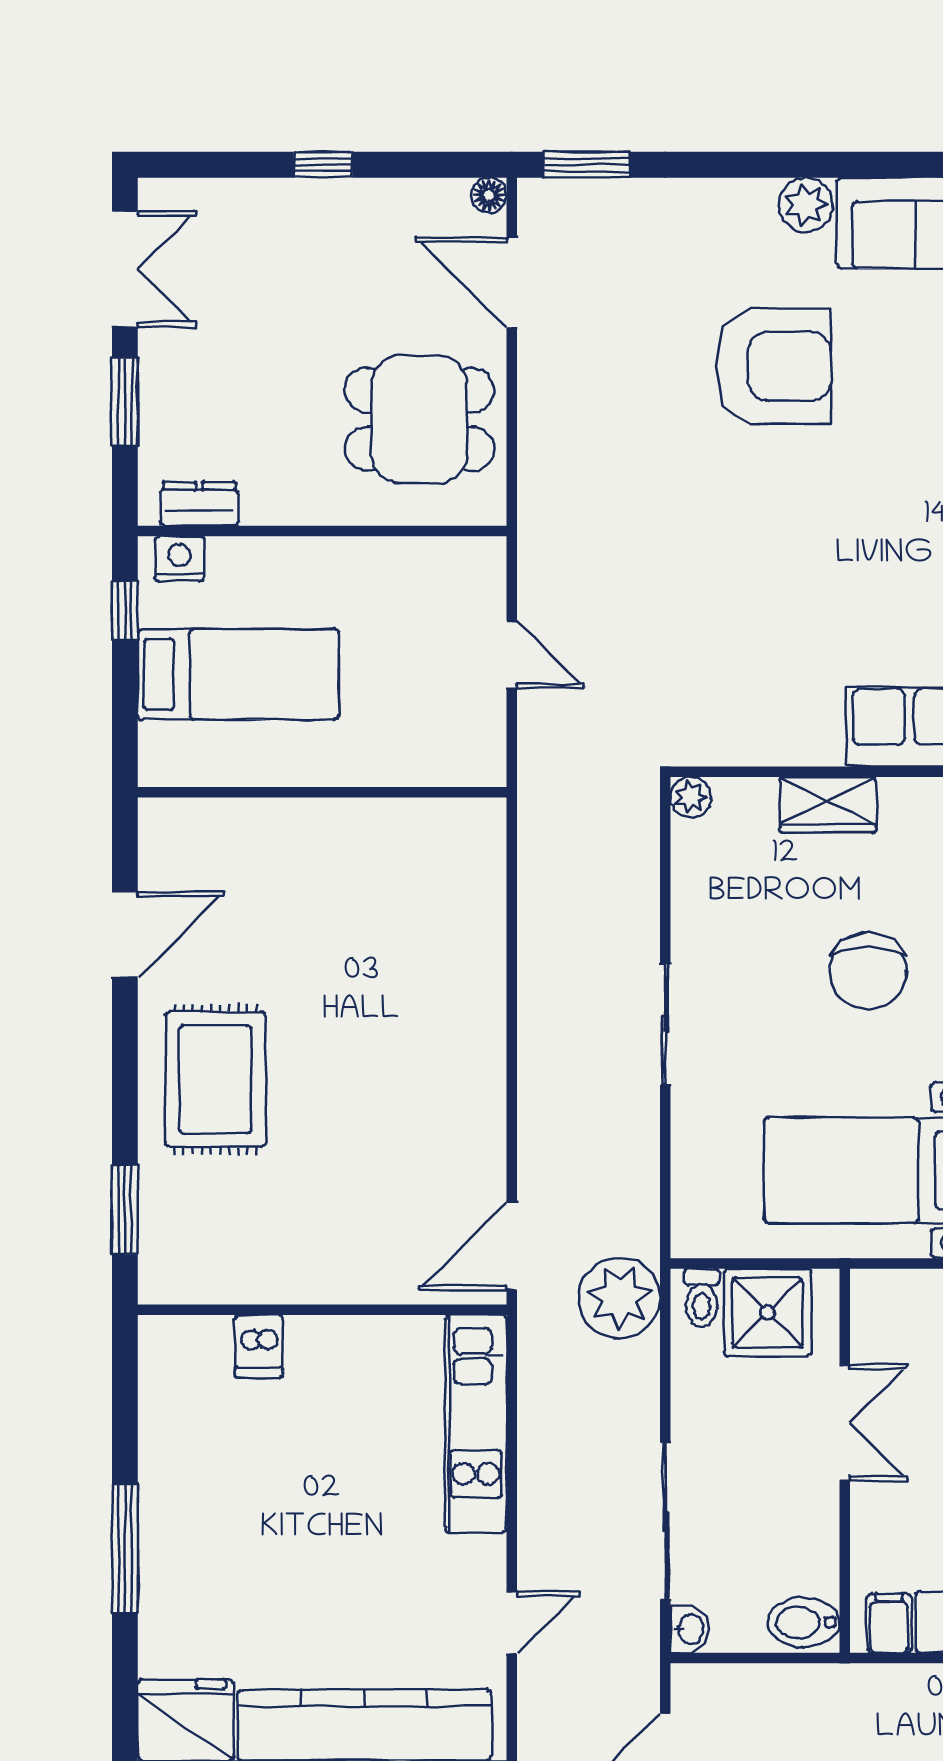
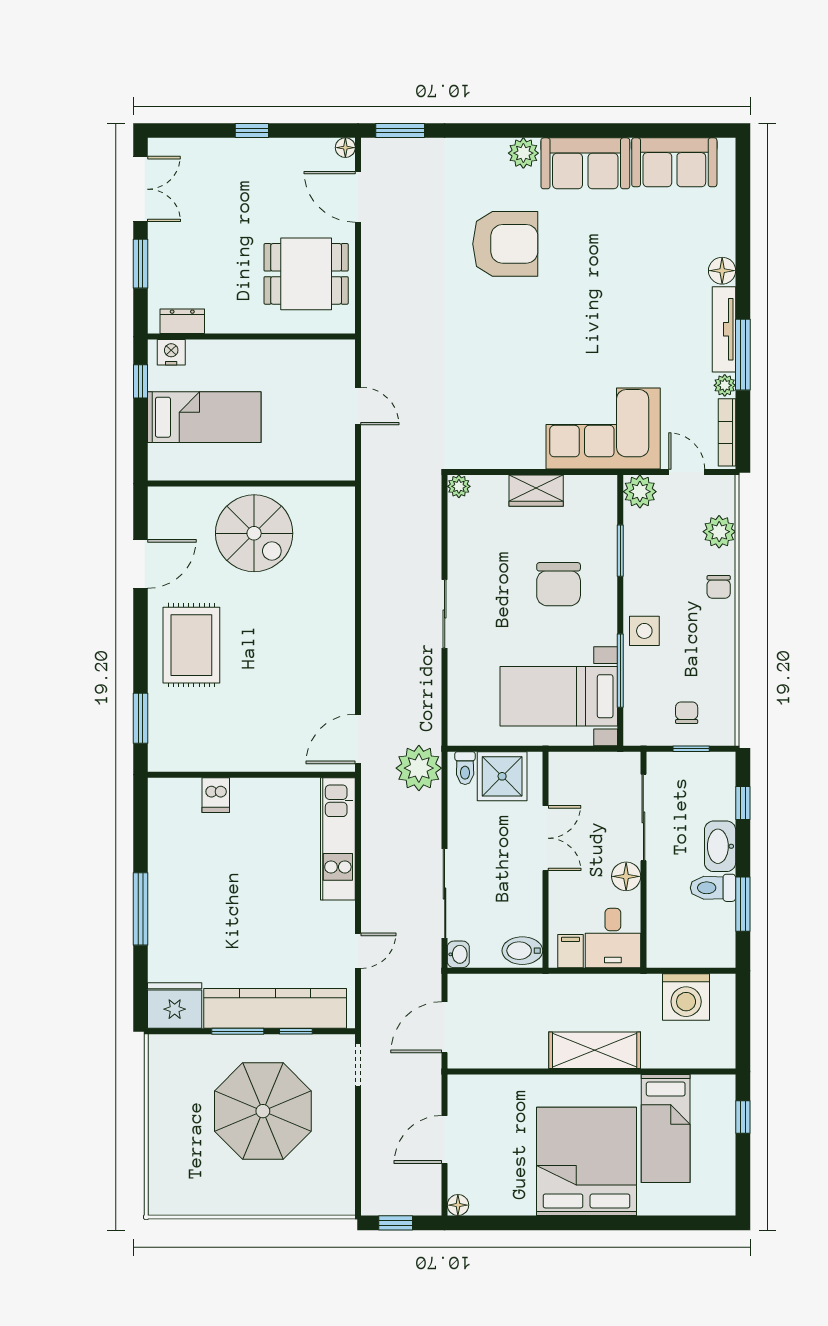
spiral stairs: (327, 881) -> (254, 533), added

